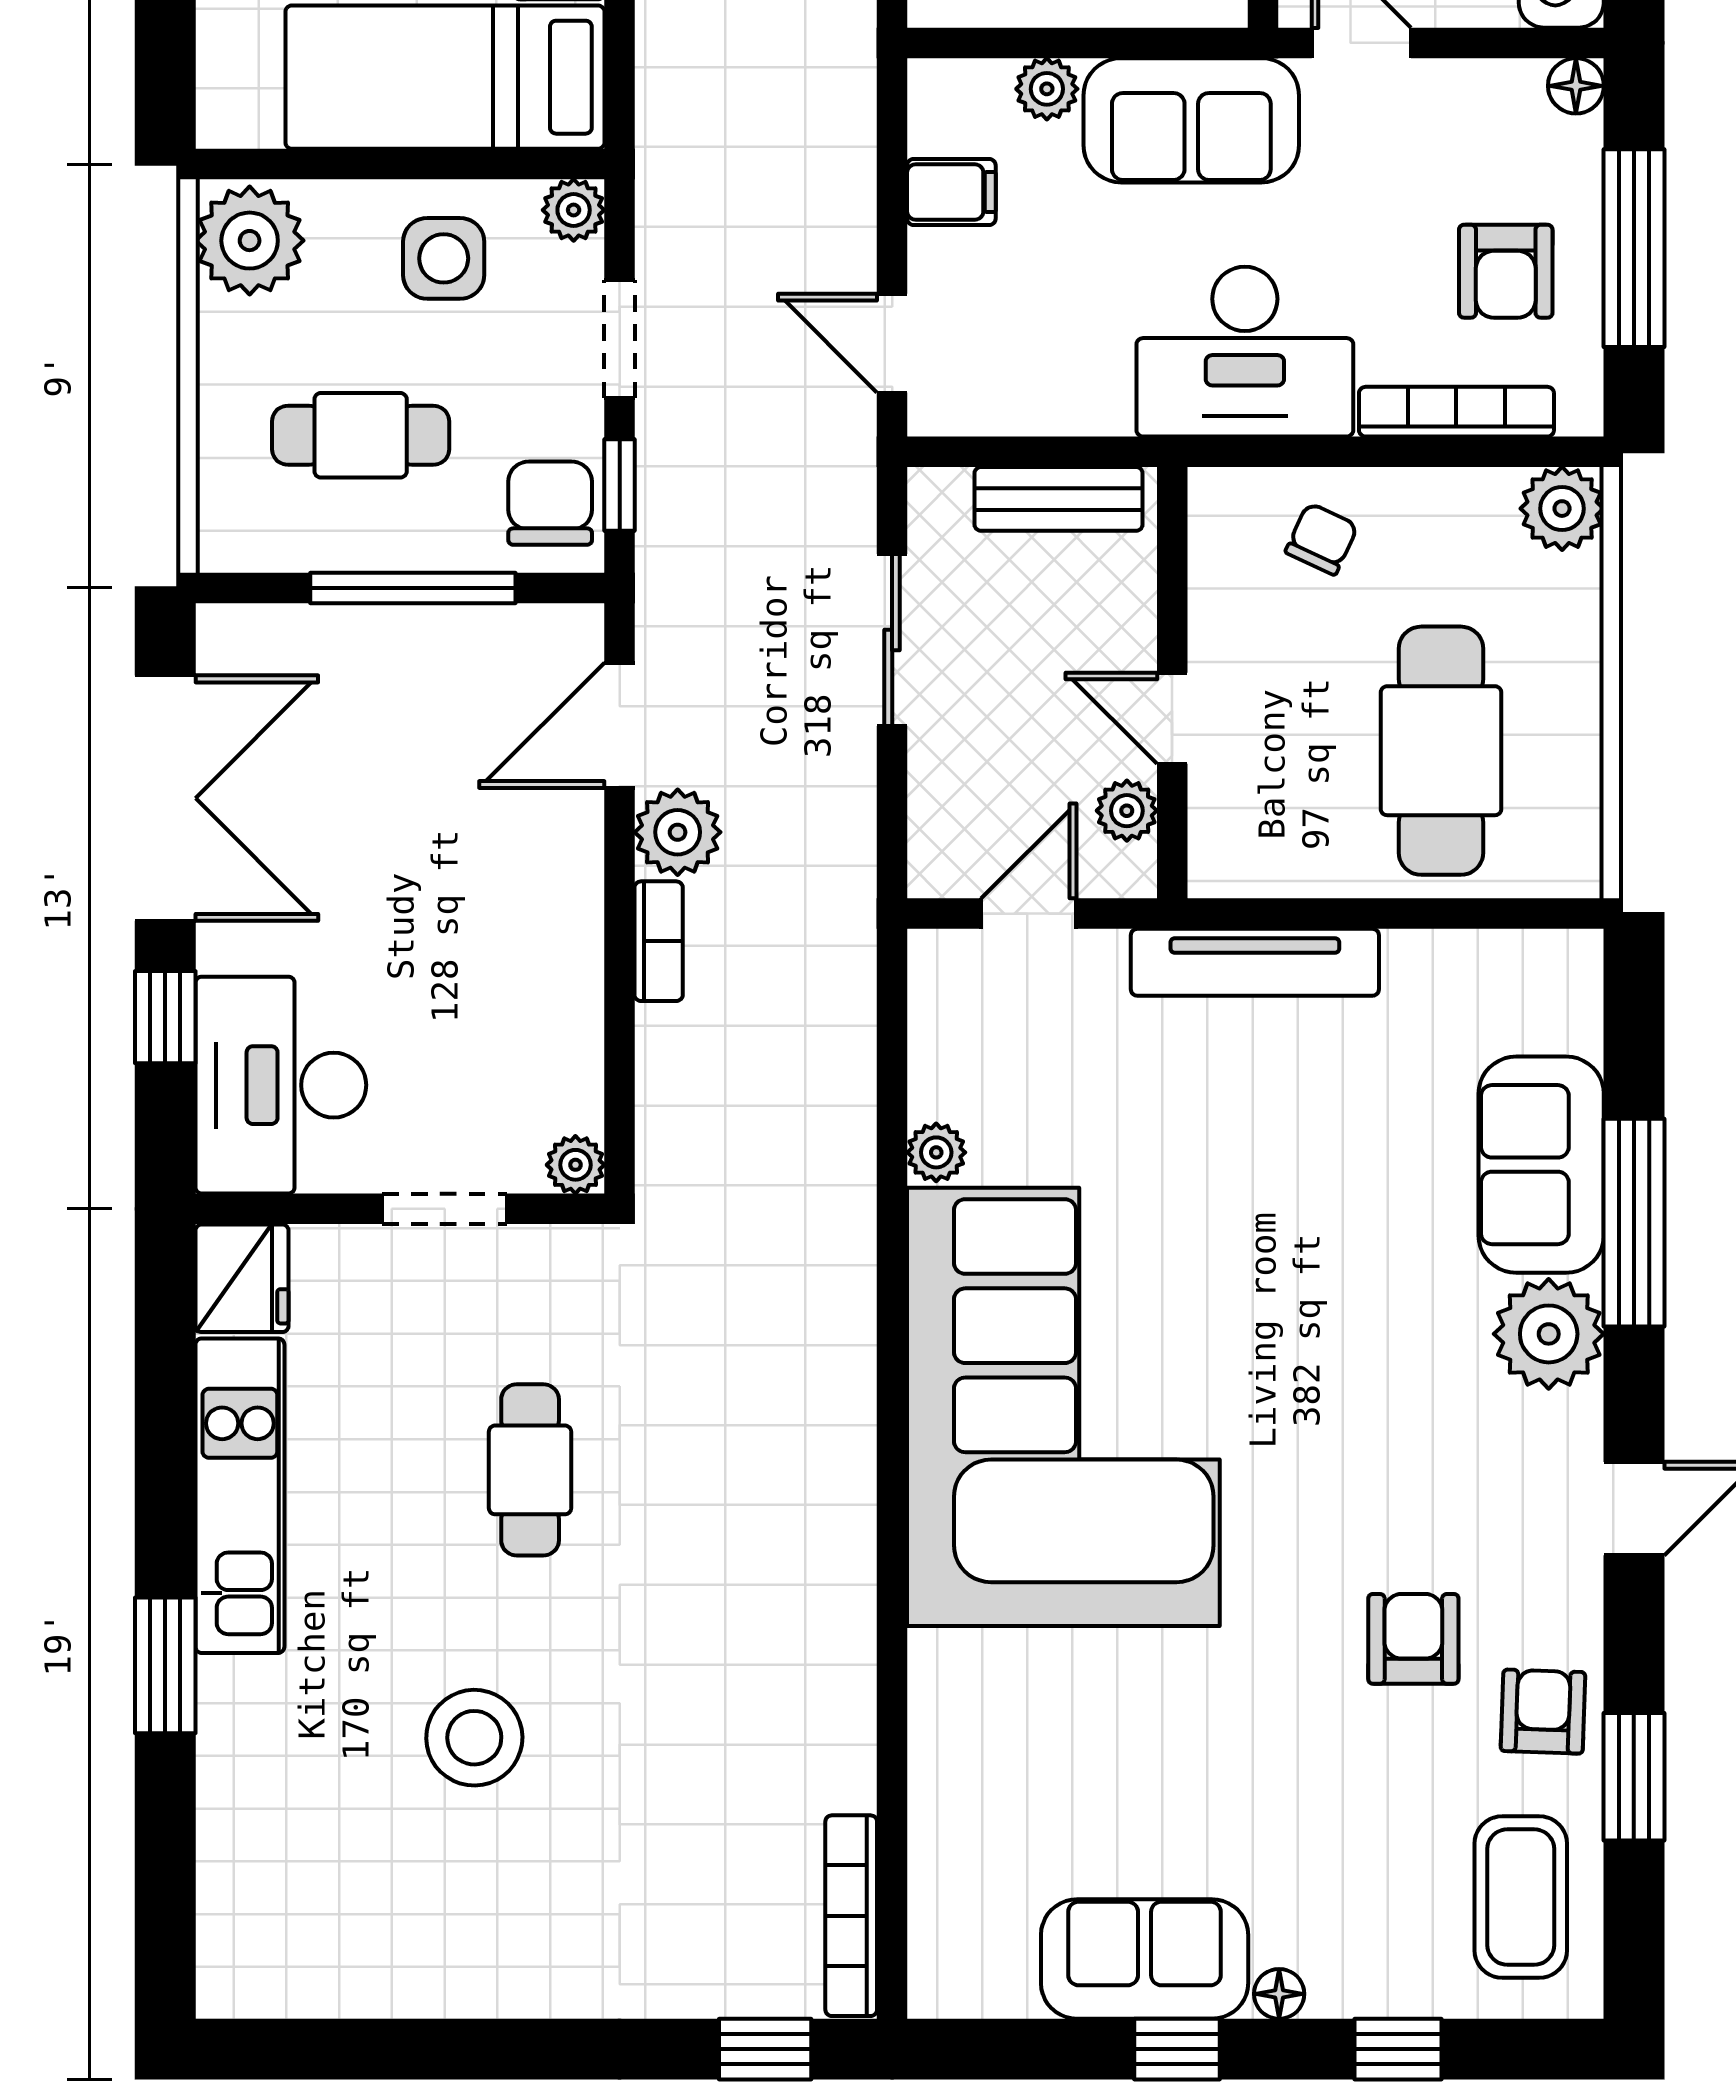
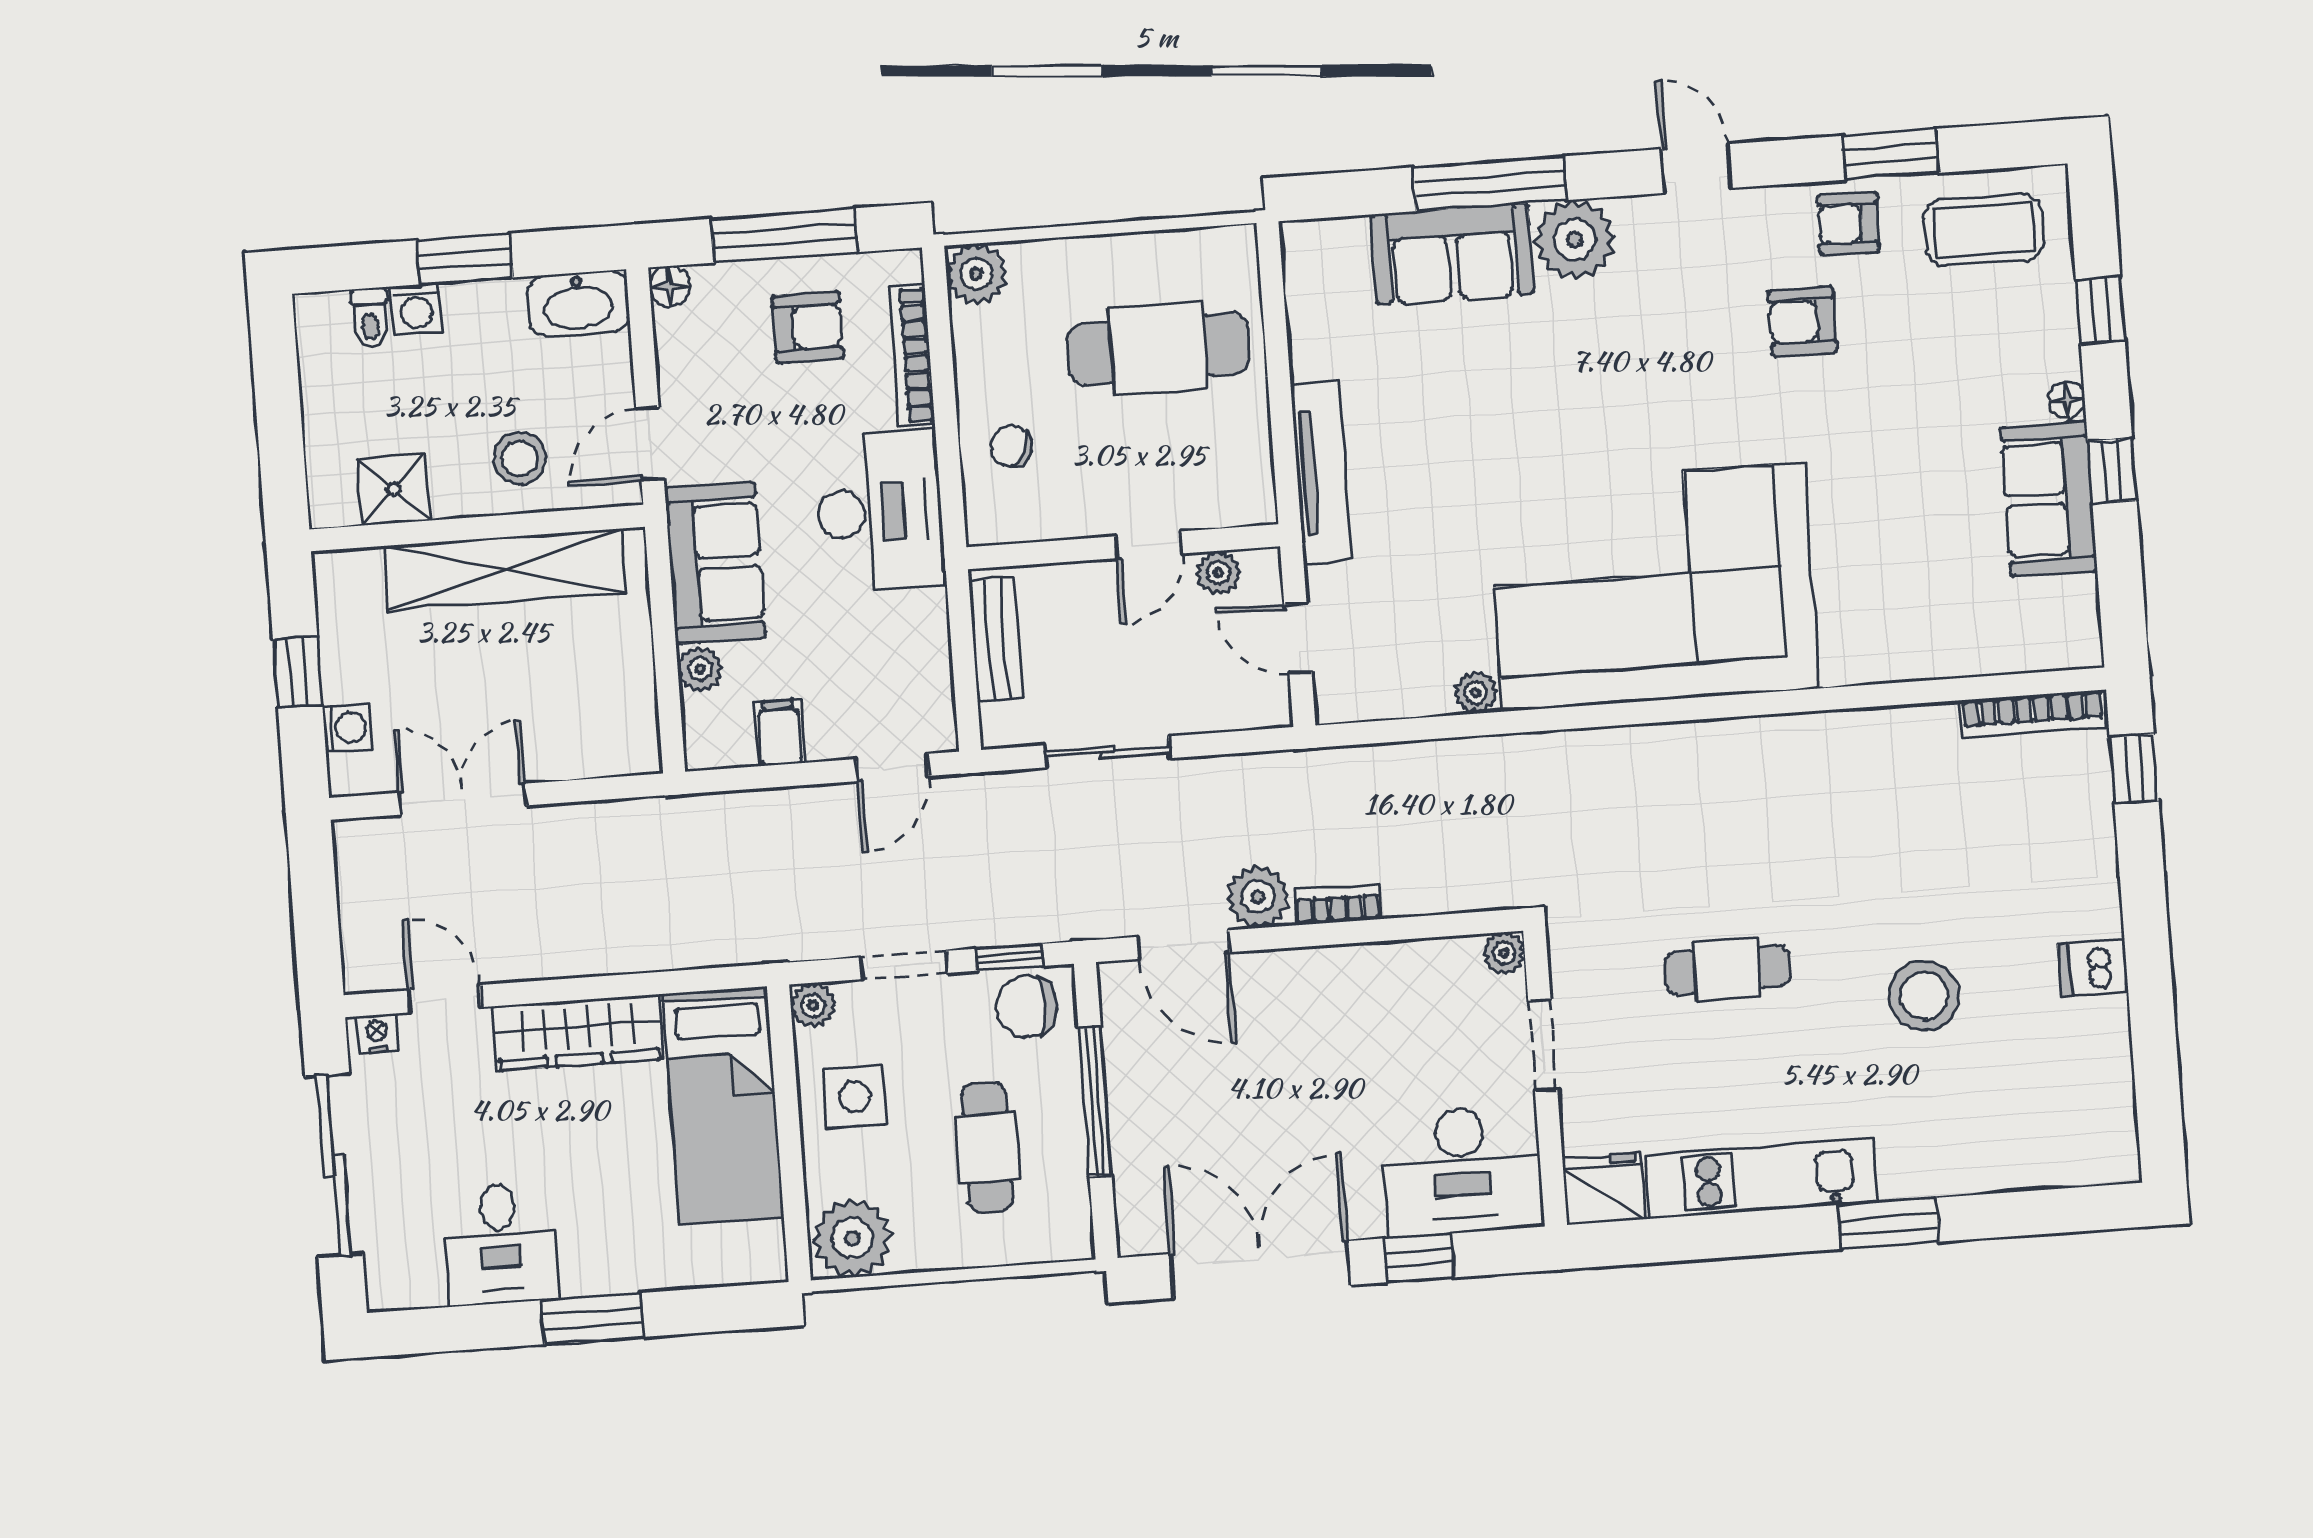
dishwasher: (496, 1973) -> (2093, 968), added

